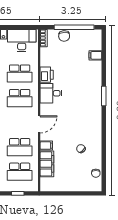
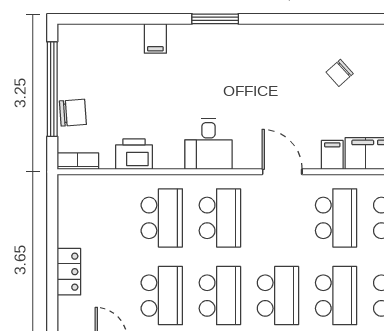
desk: (22, 40) -> (84, 213), removed
filing cabinet: (95, 55) -> (155, 38), moved
printer: (47, 75) -> (134, 154), moved

